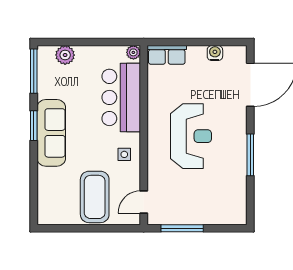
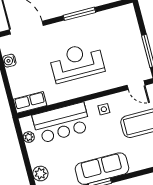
plant: (133, 52) -> (29, 137), moved
row of seats: (167, 55) -> (30, 102), moved, turned -90

